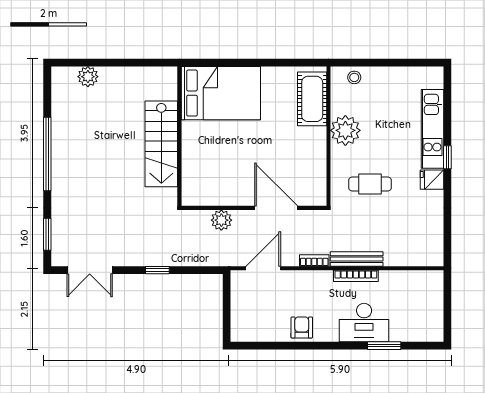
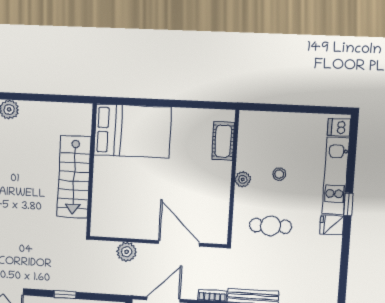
stool: (354, 77) -> (279, 174), moved
dishwasher: (433, 79) -> (339, 127), added
cot: (312, 99) -> (223, 141), width x0.73, depth x0.75
plant: (345, 130) -> (243, 179), width x0.53, depth x0.53

